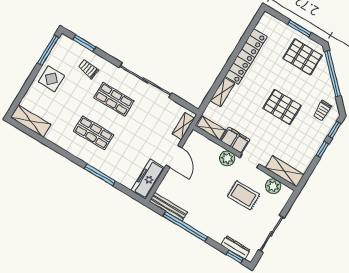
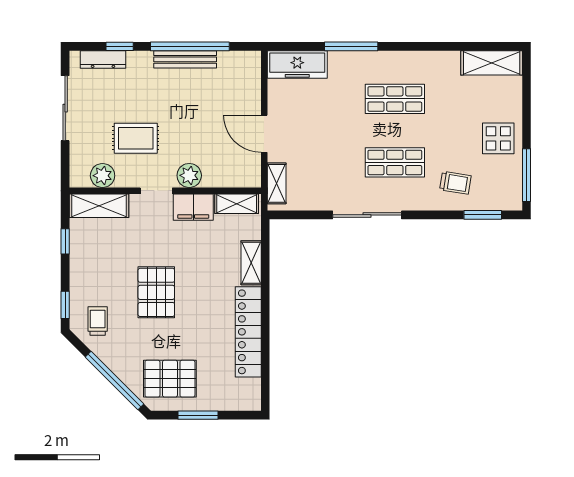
sliding door: (146, 80) -> (367, 215), width x0.73
pallet: (282, 107) -> (156, 292), turned 90
window: (322, 150) -> (65, 241), moved
freezer: (148, 179) -> (297, 65), moved, turned 90
bench: (168, 207) -> (185, 59), moved
window: (235, 257) -> (120, 46), moved

